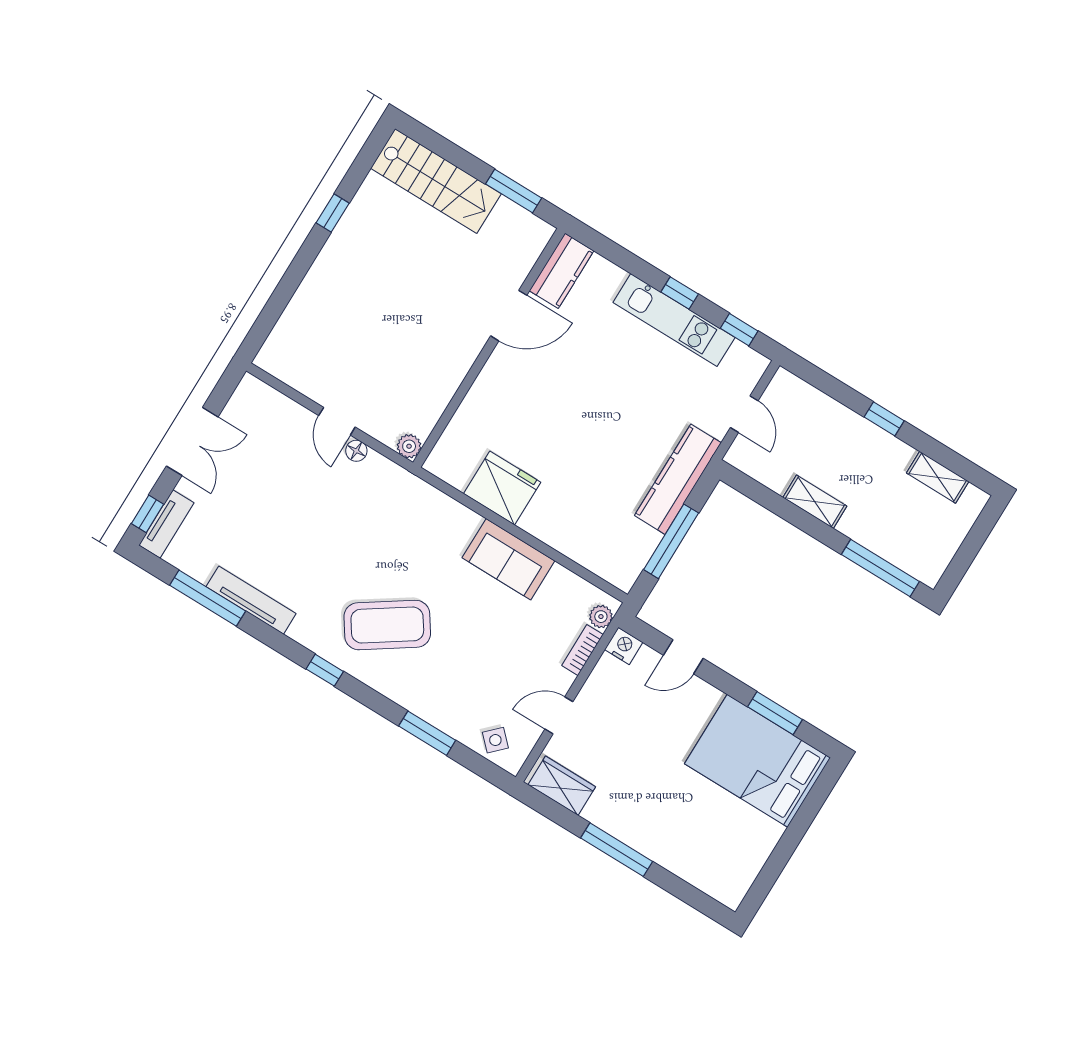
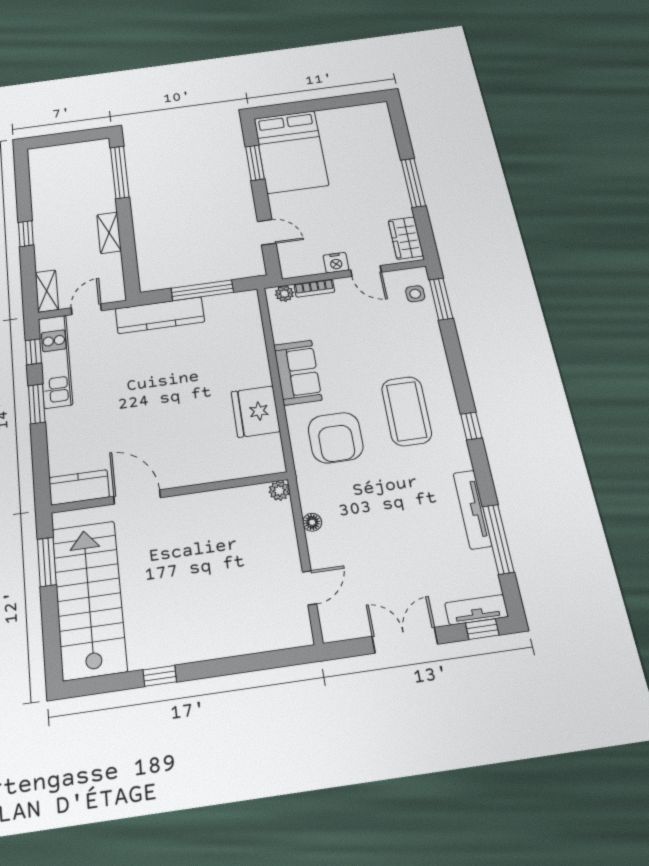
stairs: (436, 181) -> (89, 599), width x1.36, depth x1.51
window: (680, 293) -> (37, 404), width x1.50
kitchen unit: (674, 320) -> (55, 361), moved
door: (337, 421) -> (310, 588), moved
shelving: (938, 477) -> (47, 291), moved
armchair: (416, 539) -> (336, 438), added
coffee table: (387, 625) -> (407, 411), turned 34
nightstand: (624, 646) -> (336, 263), moved, turned -90
window: (427, 733) -> (441, 299), moved
side table: (495, 740) -> (415, 294), turned 45

